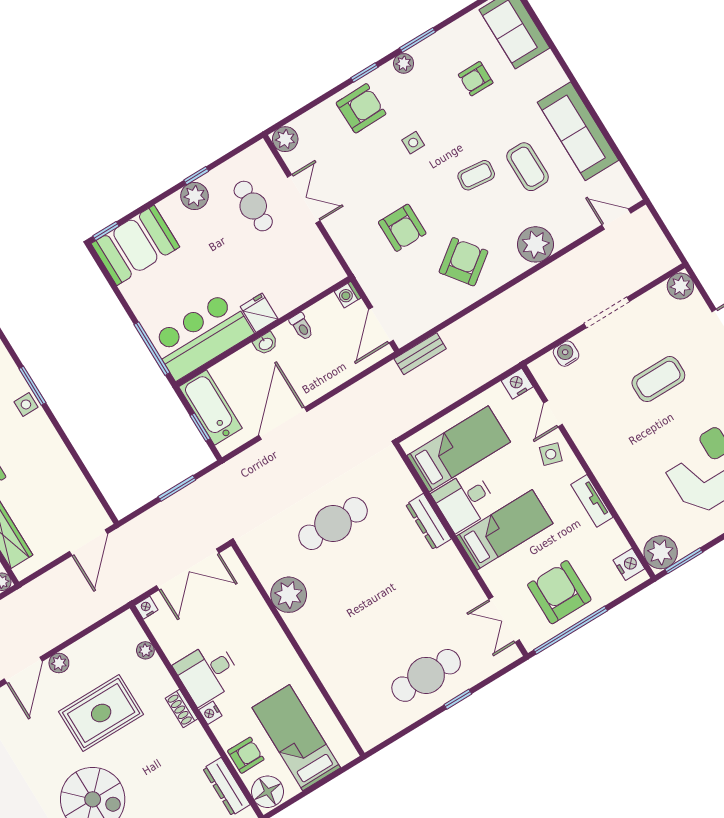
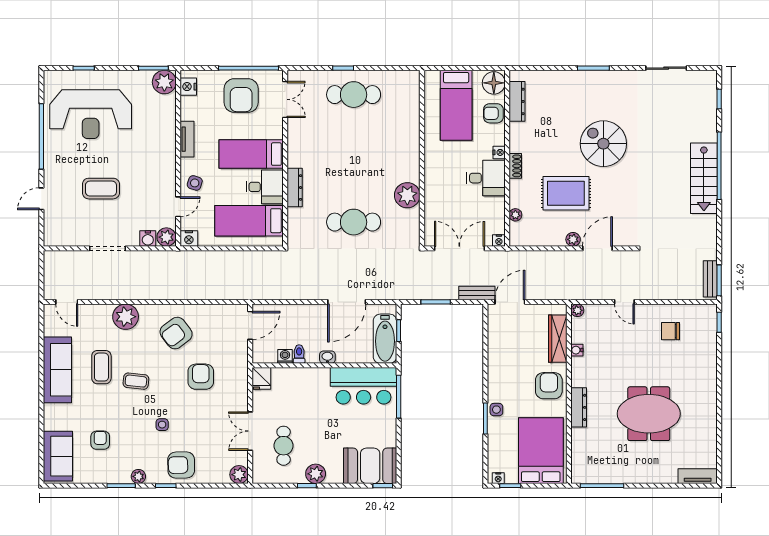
armchair: (476, 79) -> (100, 440), turned -90
plant: (680, 286) -> (166, 237), moved
washing machine: (348, 295) -> (285, 356), moved, turned -90
fridge: (259, 313) -> (261, 378), moved
bench: (420, 354) -> (477, 293), moved

